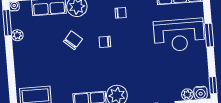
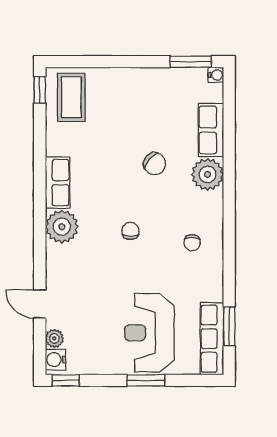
plant: (17, 35) -> (170, 76), removed
chair: (105, 42) -> (130, 231), moved

